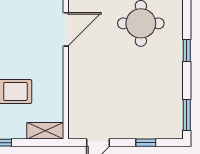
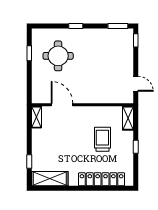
window: (146, 143) -> (136, 40), moved

